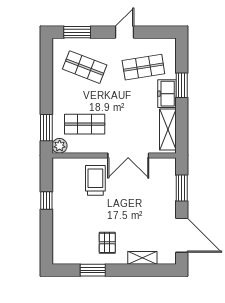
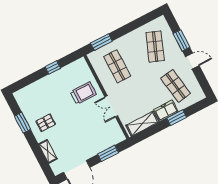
window: (77, 32) -> (181, 40), moved
plant: (60, 146) -> (94, 57), removed
double door: (128, 155) -> (111, 106), width x0.73

